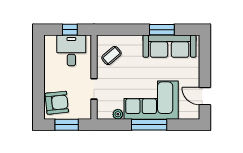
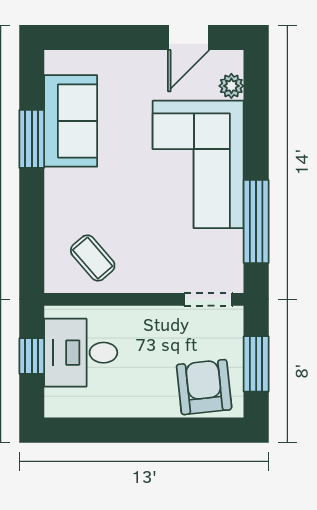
sofa: (169, 46) -> (71, 121), width x0.73
doorway: (94, 89) -> (208, 299), moved
plant: (118, 114) -> (231, 86), moved
window: (149, 125) -> (256, 221), moved

